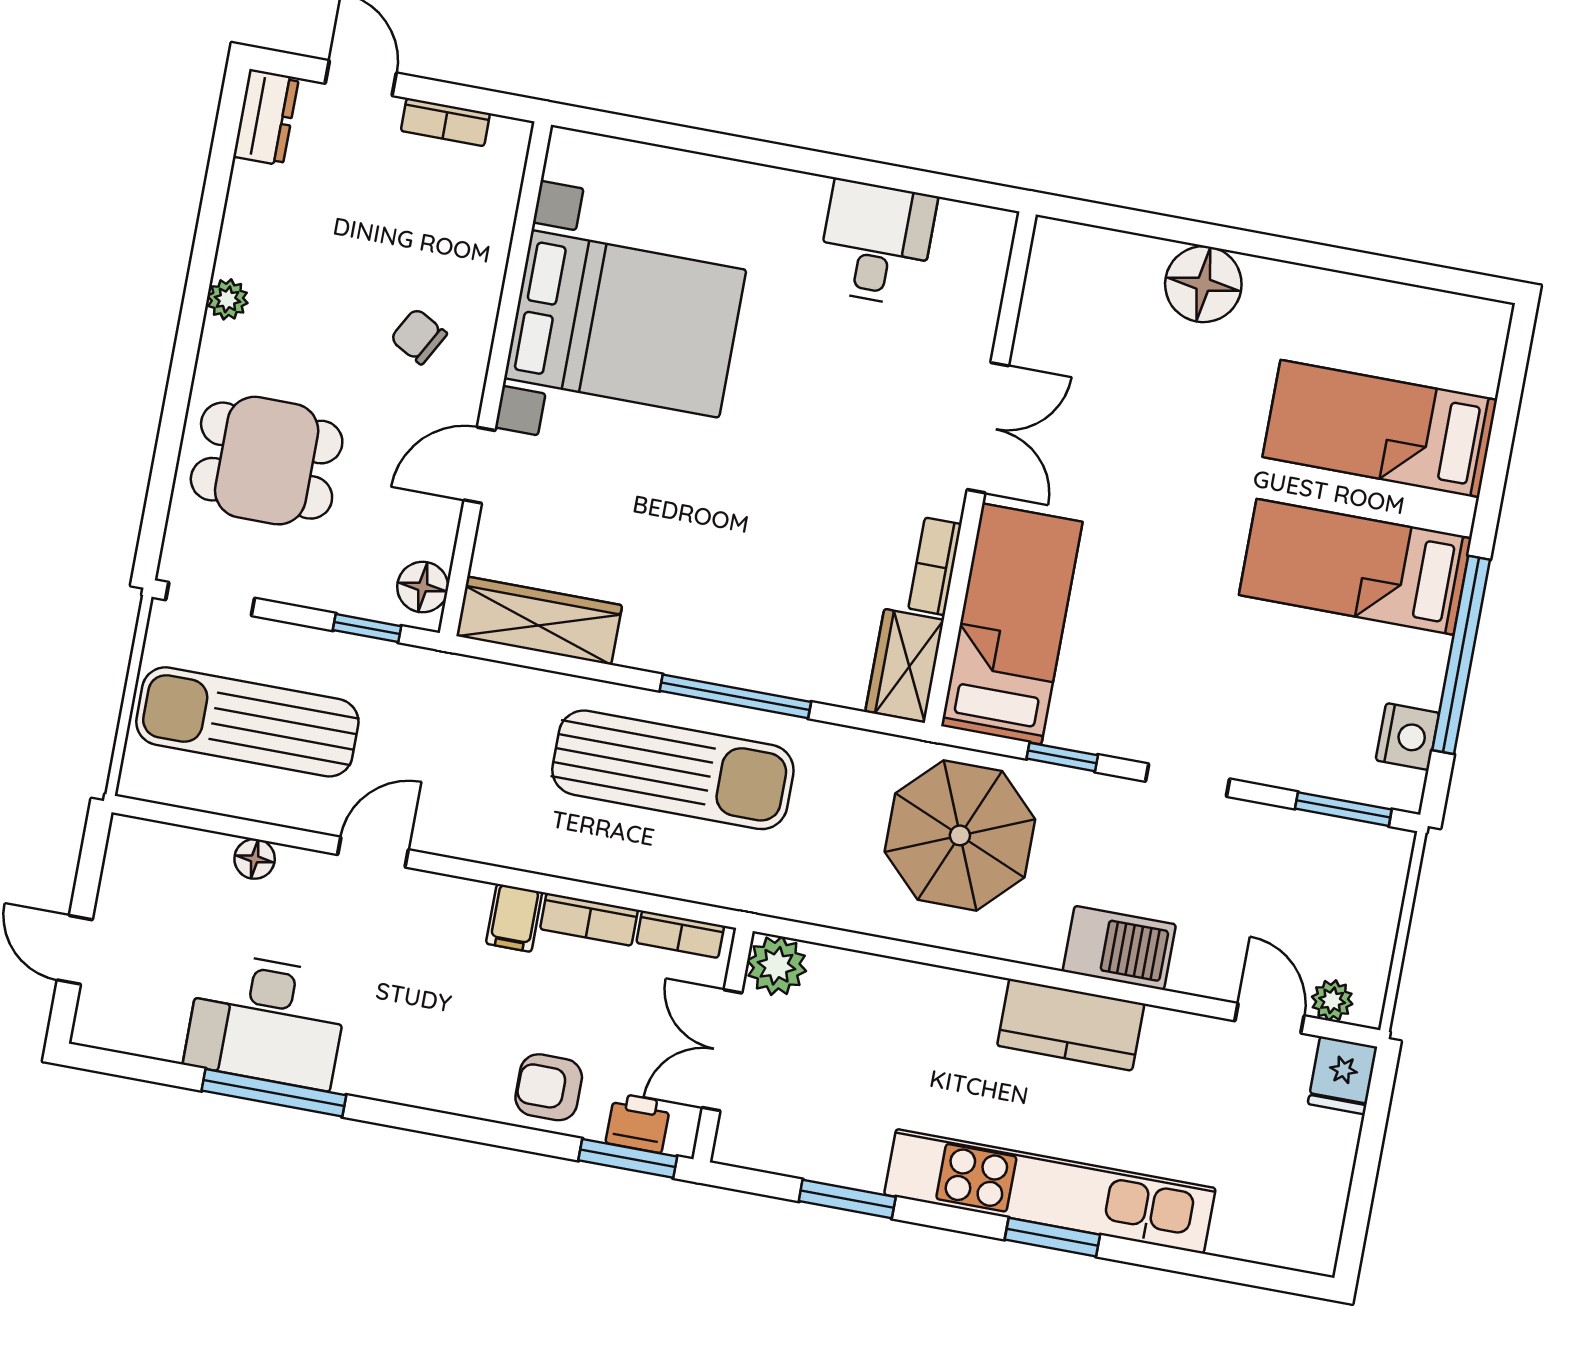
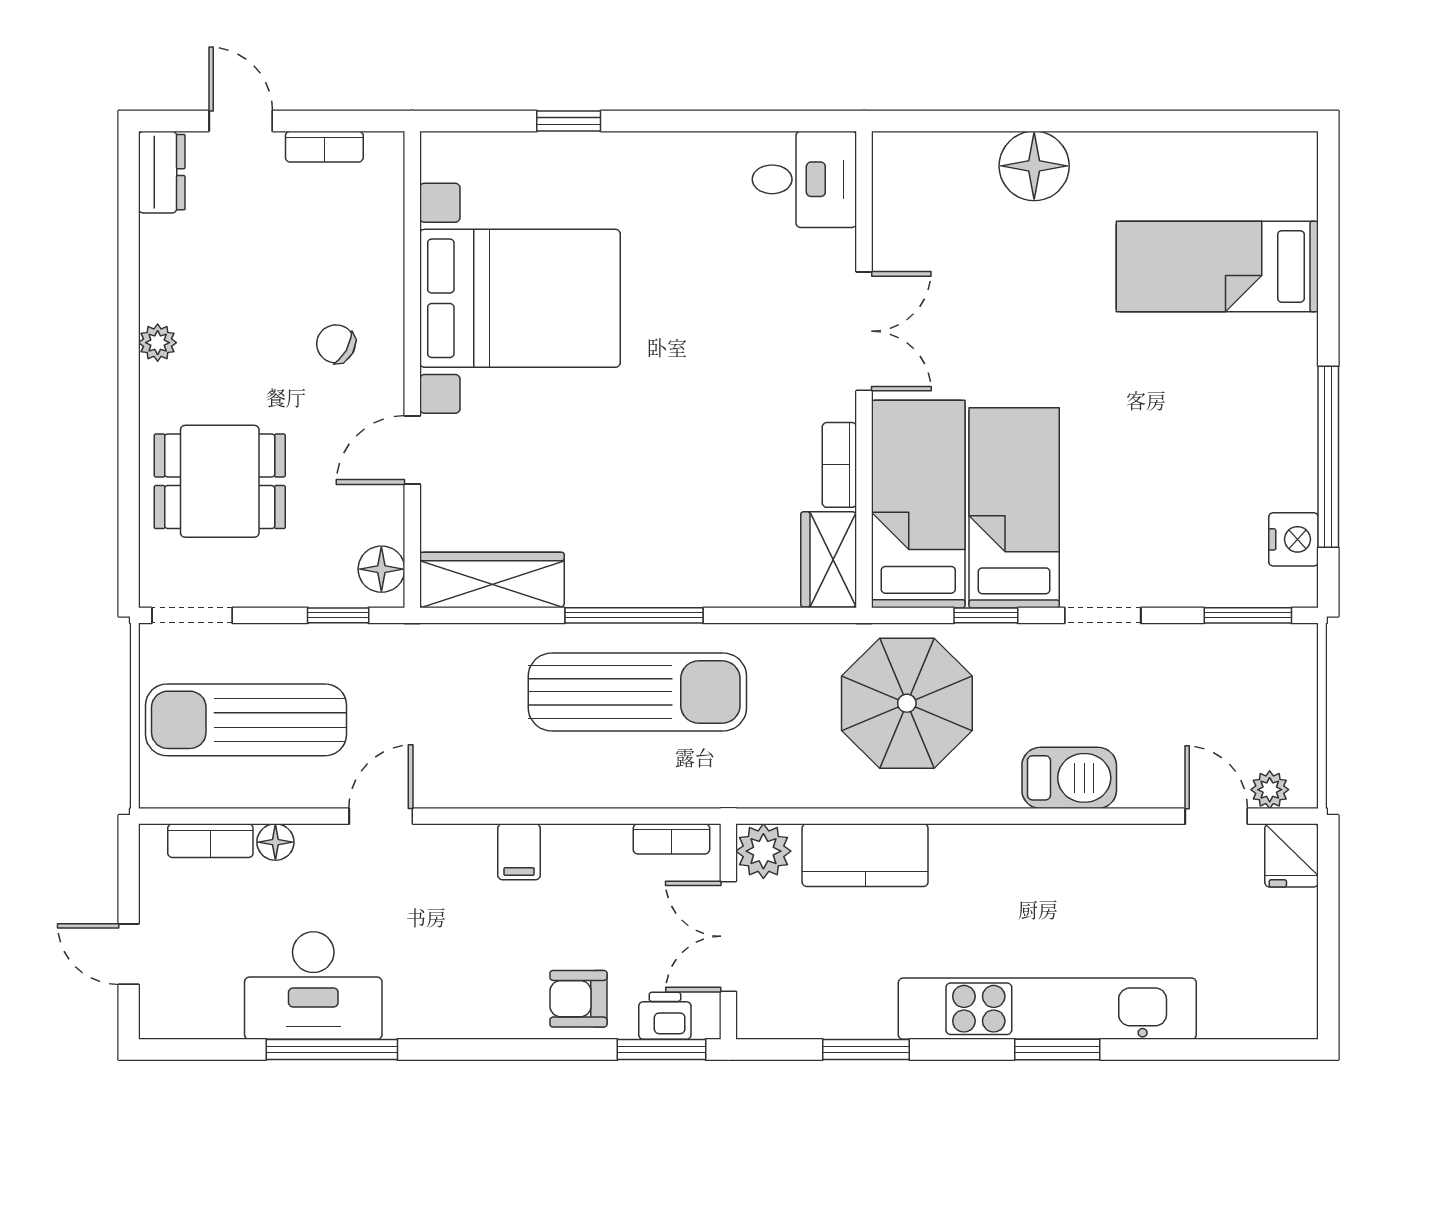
window: (713, 143) -> (569, 121), added
desk: (876, 243) -> (804, 179), moved, turned 90
bed: (1355, 567) -> (1014, 508), moved, turned 90
window: (735, 696) -> (634, 615), moved
bookcase: (589, 919) -> (210, 841), moved
kitchen counter: (1071, 1025) -> (865, 855), moved

